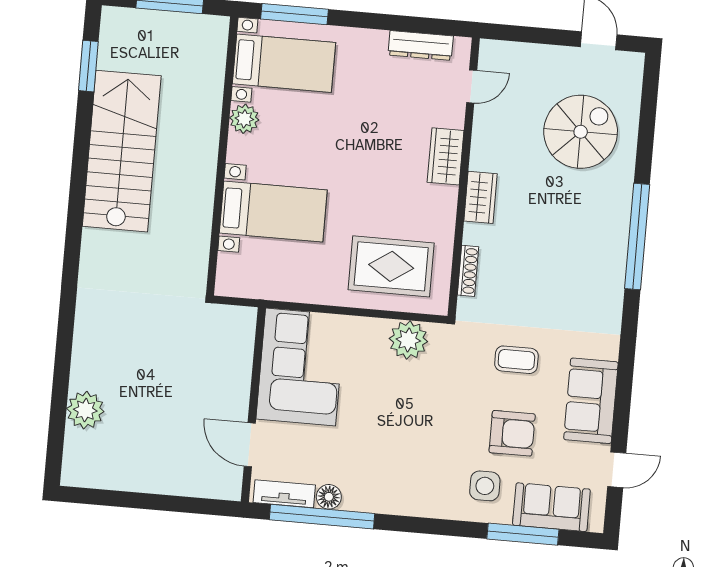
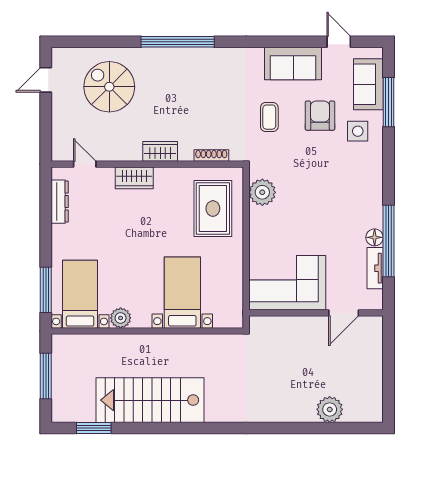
corner sofa: (301, 367) -> (287, 283), moved
wall: (253, 405) -> (316, 313), moved
door: (250, 445) -> (344, 313), moved

